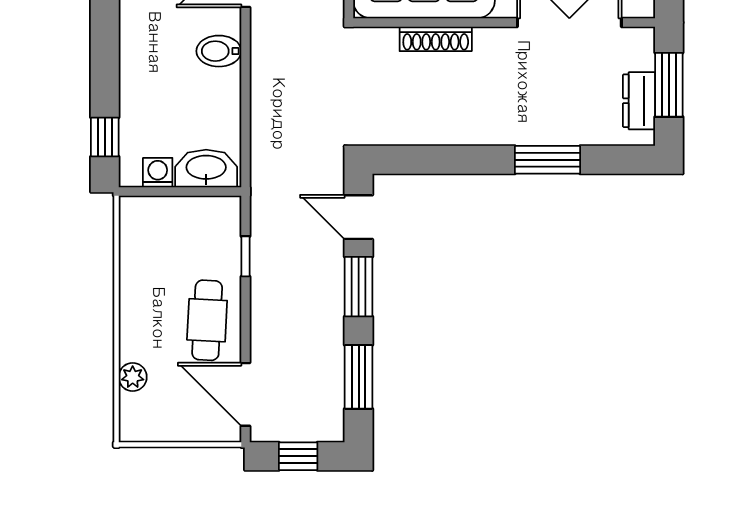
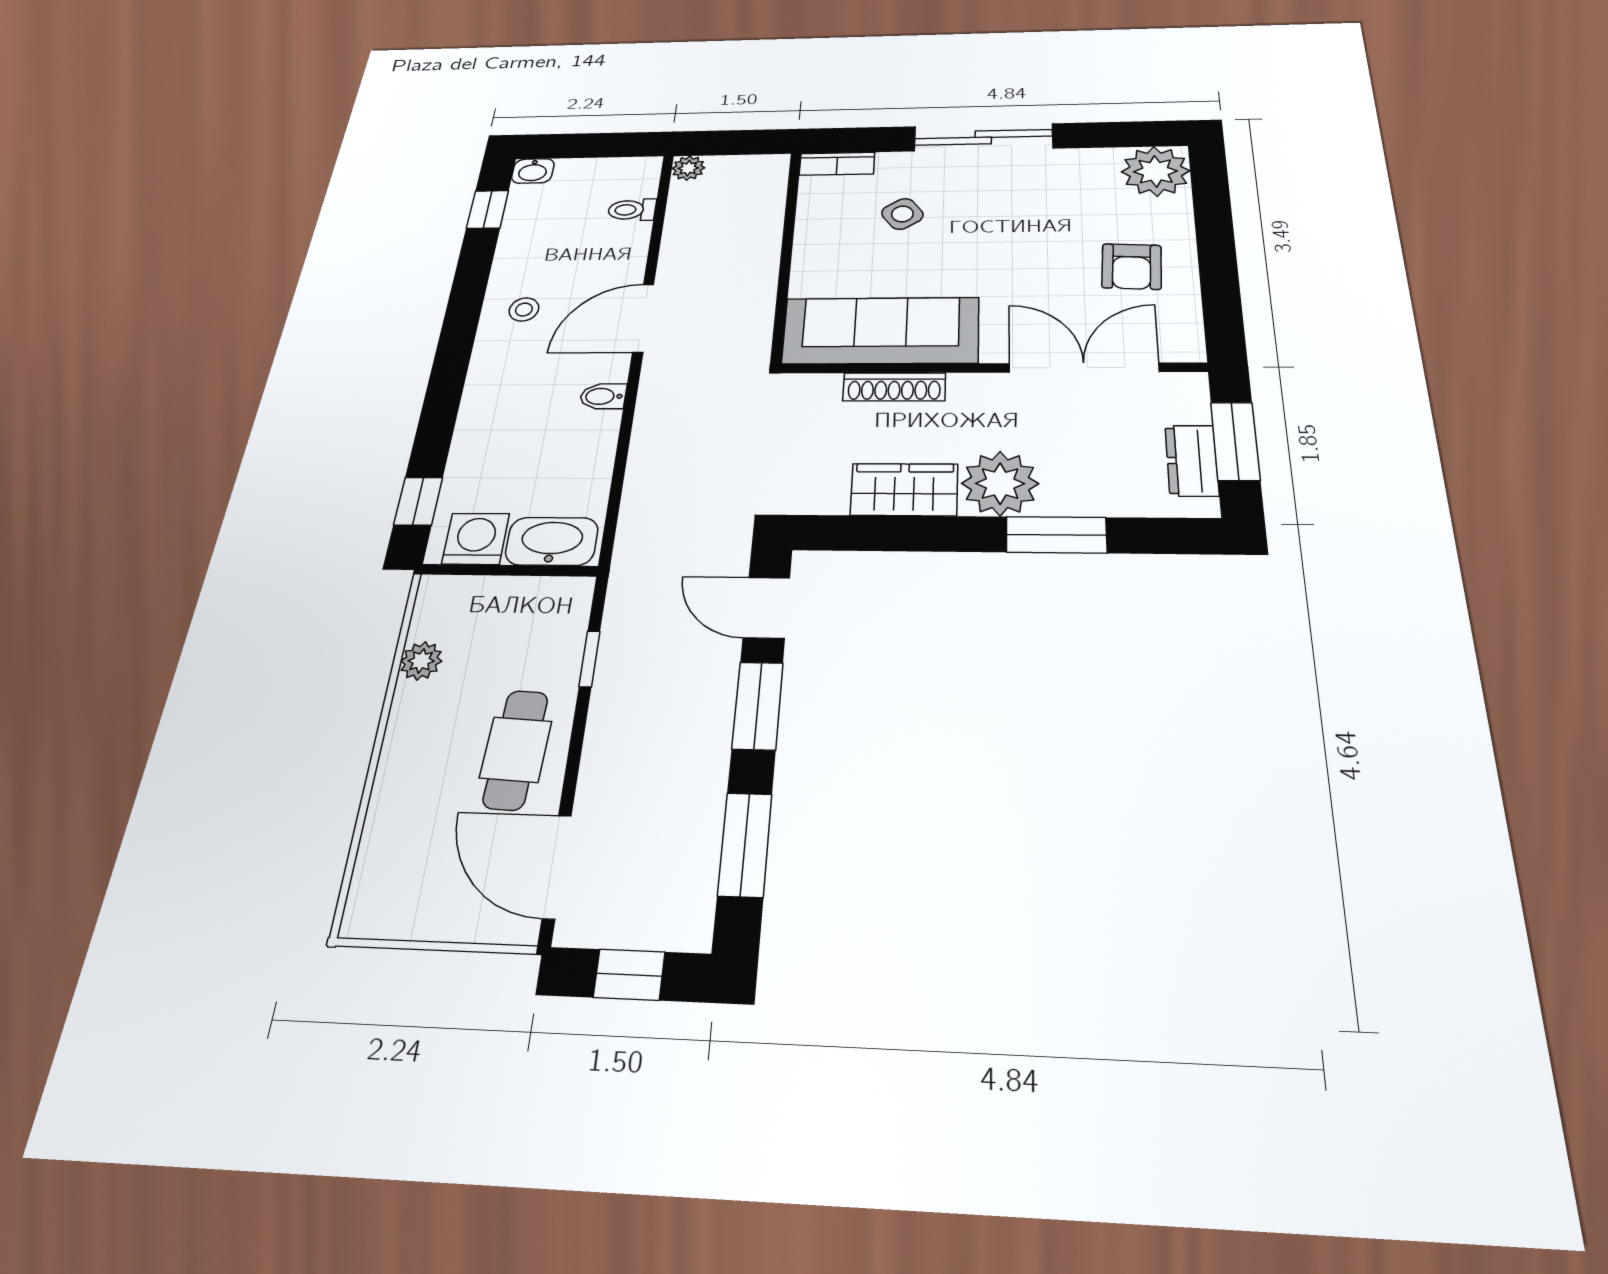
bidet: (219, 51) -> (603, 396), width x0.72, depth x0.74
plant: (510, 120) -> (1000, 484), added
wardrobe: (446, 125) -> (904, 490), added
washing machine: (158, 173) -> (476, 539), width x1.38, depth x1.38
plant: (133, 377) -> (421, 661), moved

